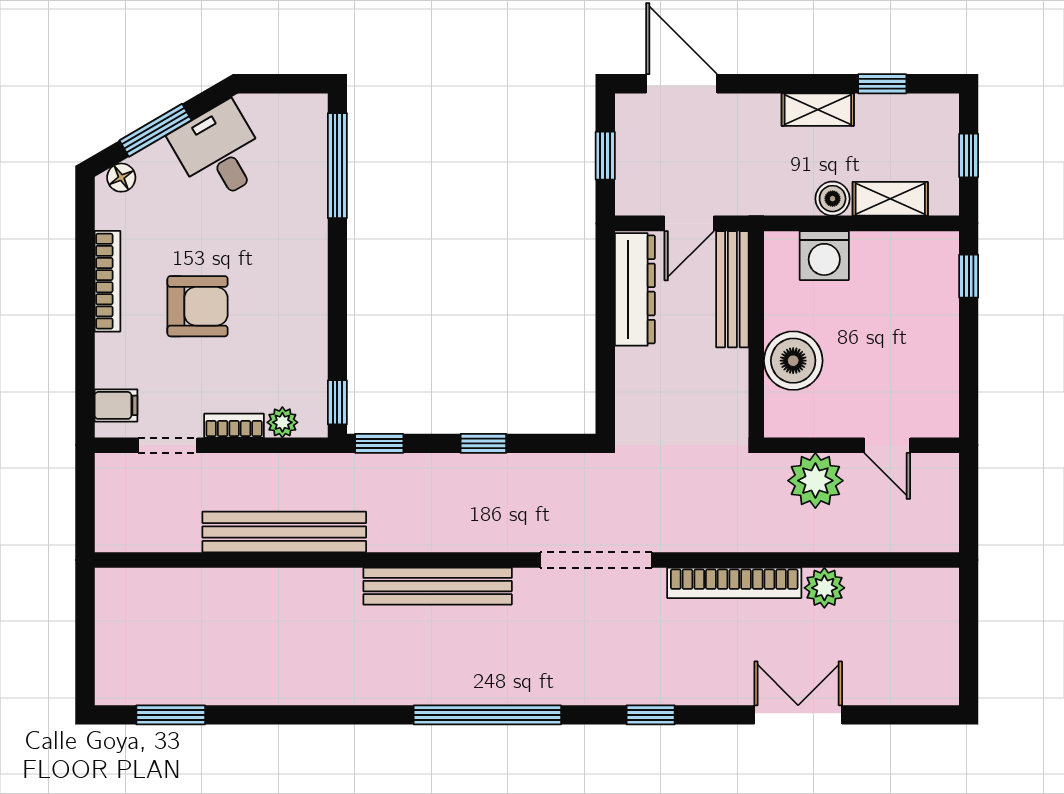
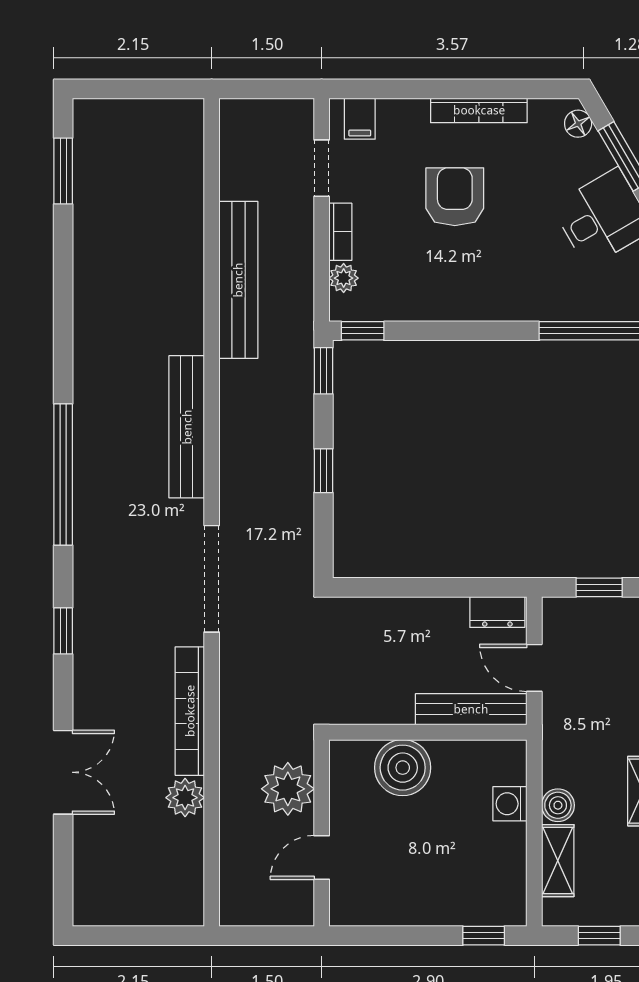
washing machine: (824, 256) -> (510, 804), width x0.73, depth x0.73
dresser: (635, 289) -> (497, 612), width x0.51, depth x0.80
armchair: (198, 306) -> (455, 197), turned 180

